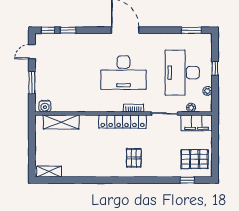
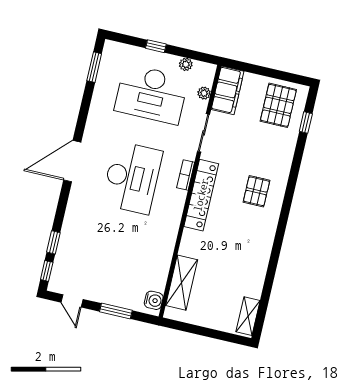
pallet: (134, 158) -> (256, 191), turned 90

